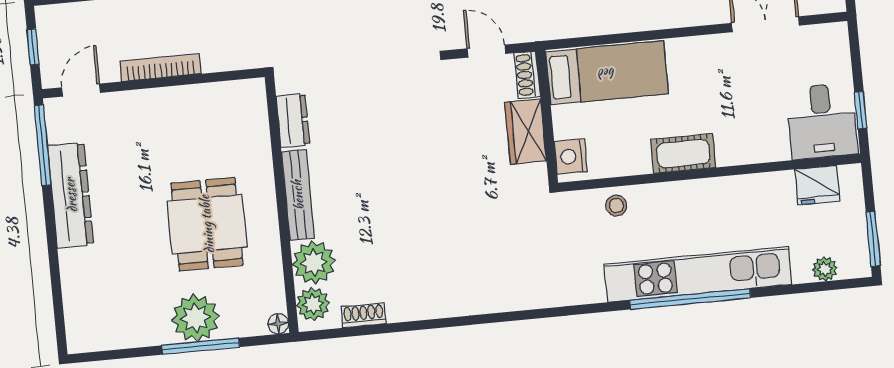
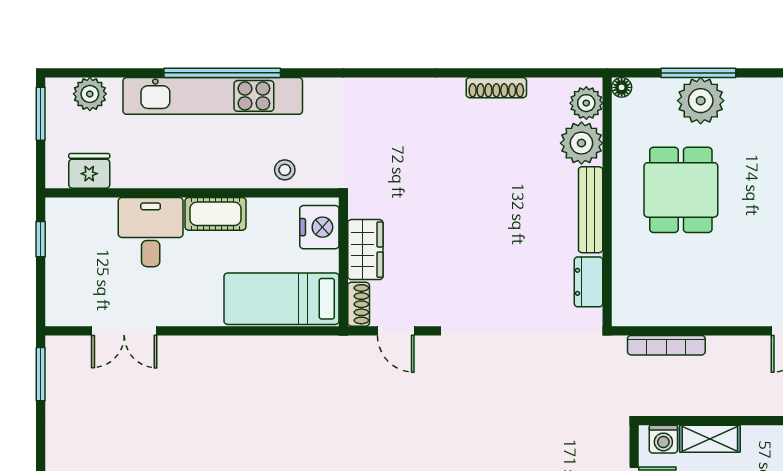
bookcase: (160, 68) -> (666, 345), moved
desk: (822, 121) -> (151, 232), moved
nightstand: (571, 157) -> (319, 227), width x1.36, depth x1.33
plant: (825, 269) -> (90, 94), width x1.38, depth x1.38
shoe rack: (364, 315) -> (496, 88), moved, width x1.43

